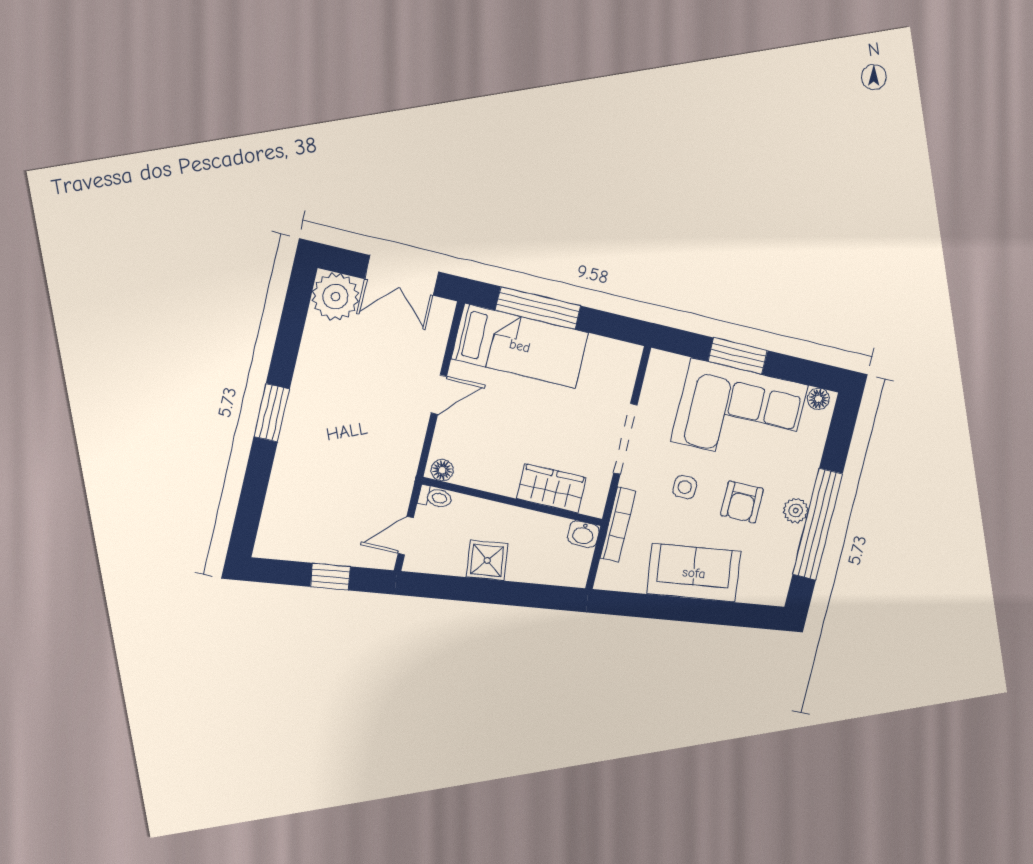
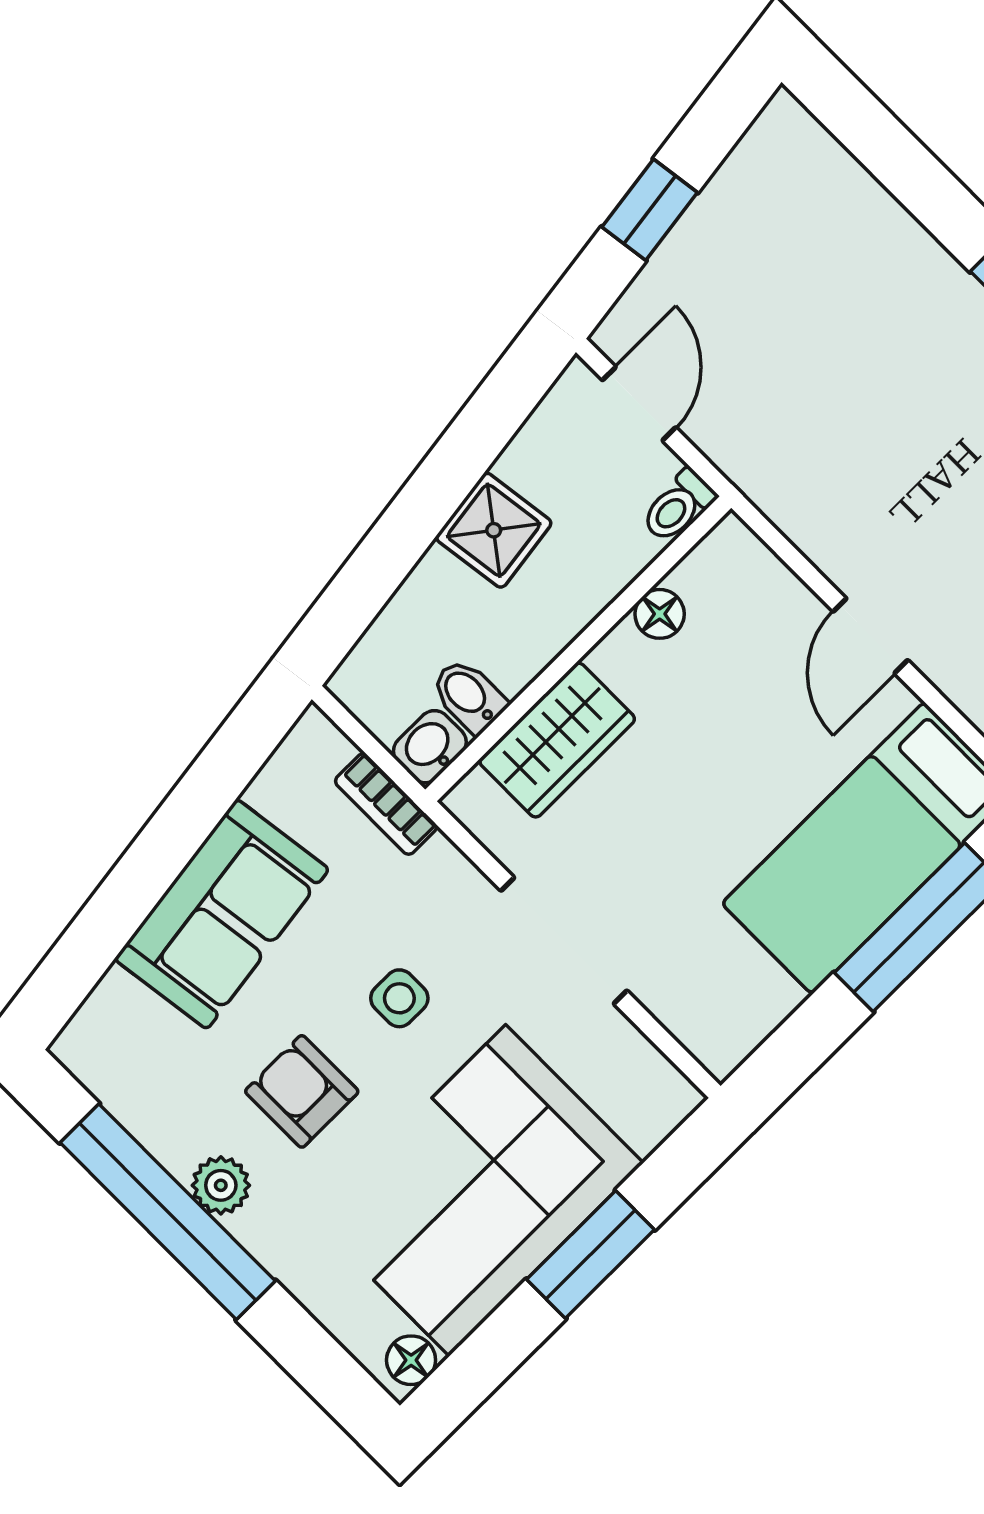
floor lamp: (442, 470) -> (660, 614), moved
bookcase: (618, 524) -> (386, 804), width x0.64
bidet: (555, 531) -> (469, 696), added

